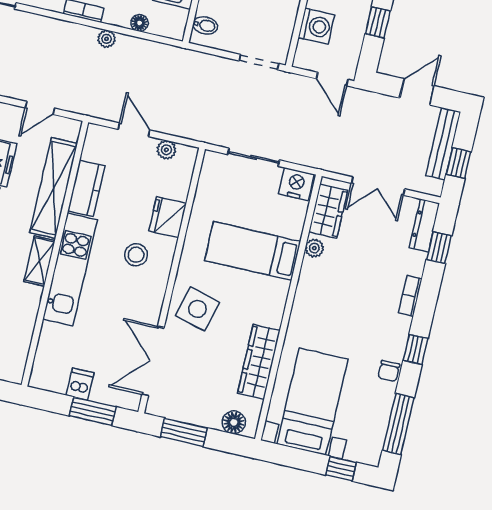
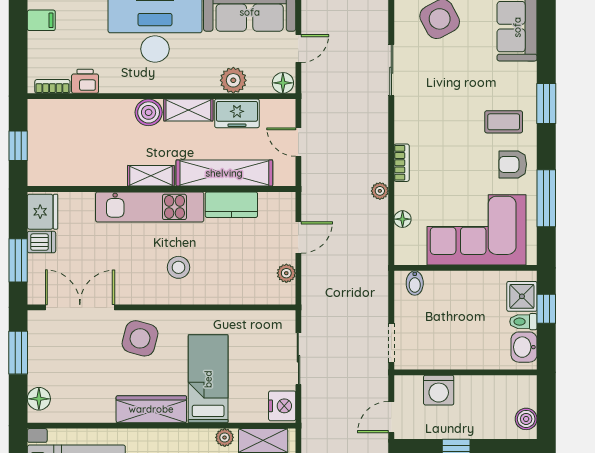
fridge: (168, 217) -> (43, 212), moved, turned 90
wardrobe: (259, 362) -> (151, 409), moved

